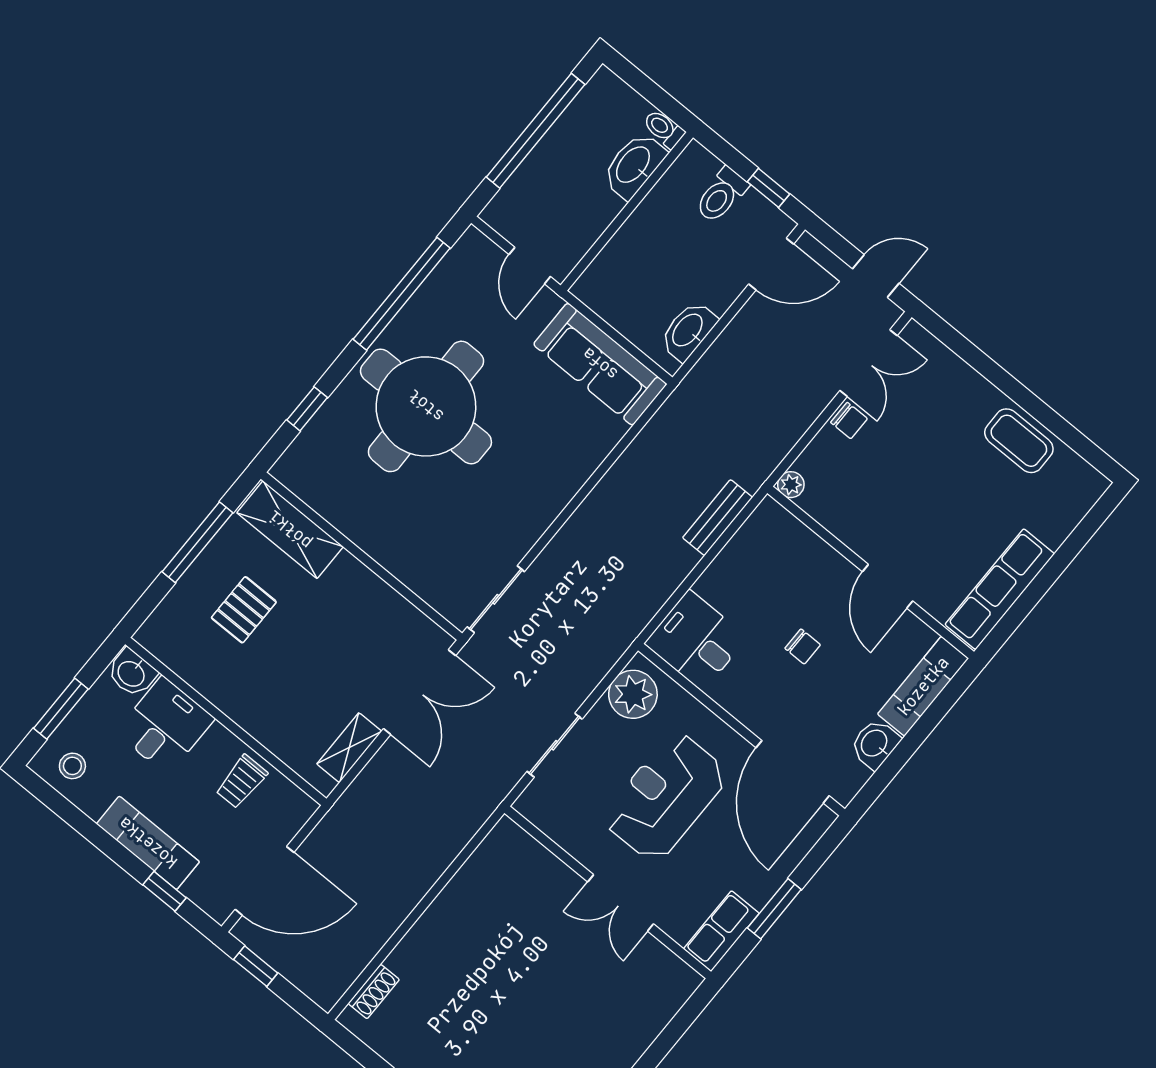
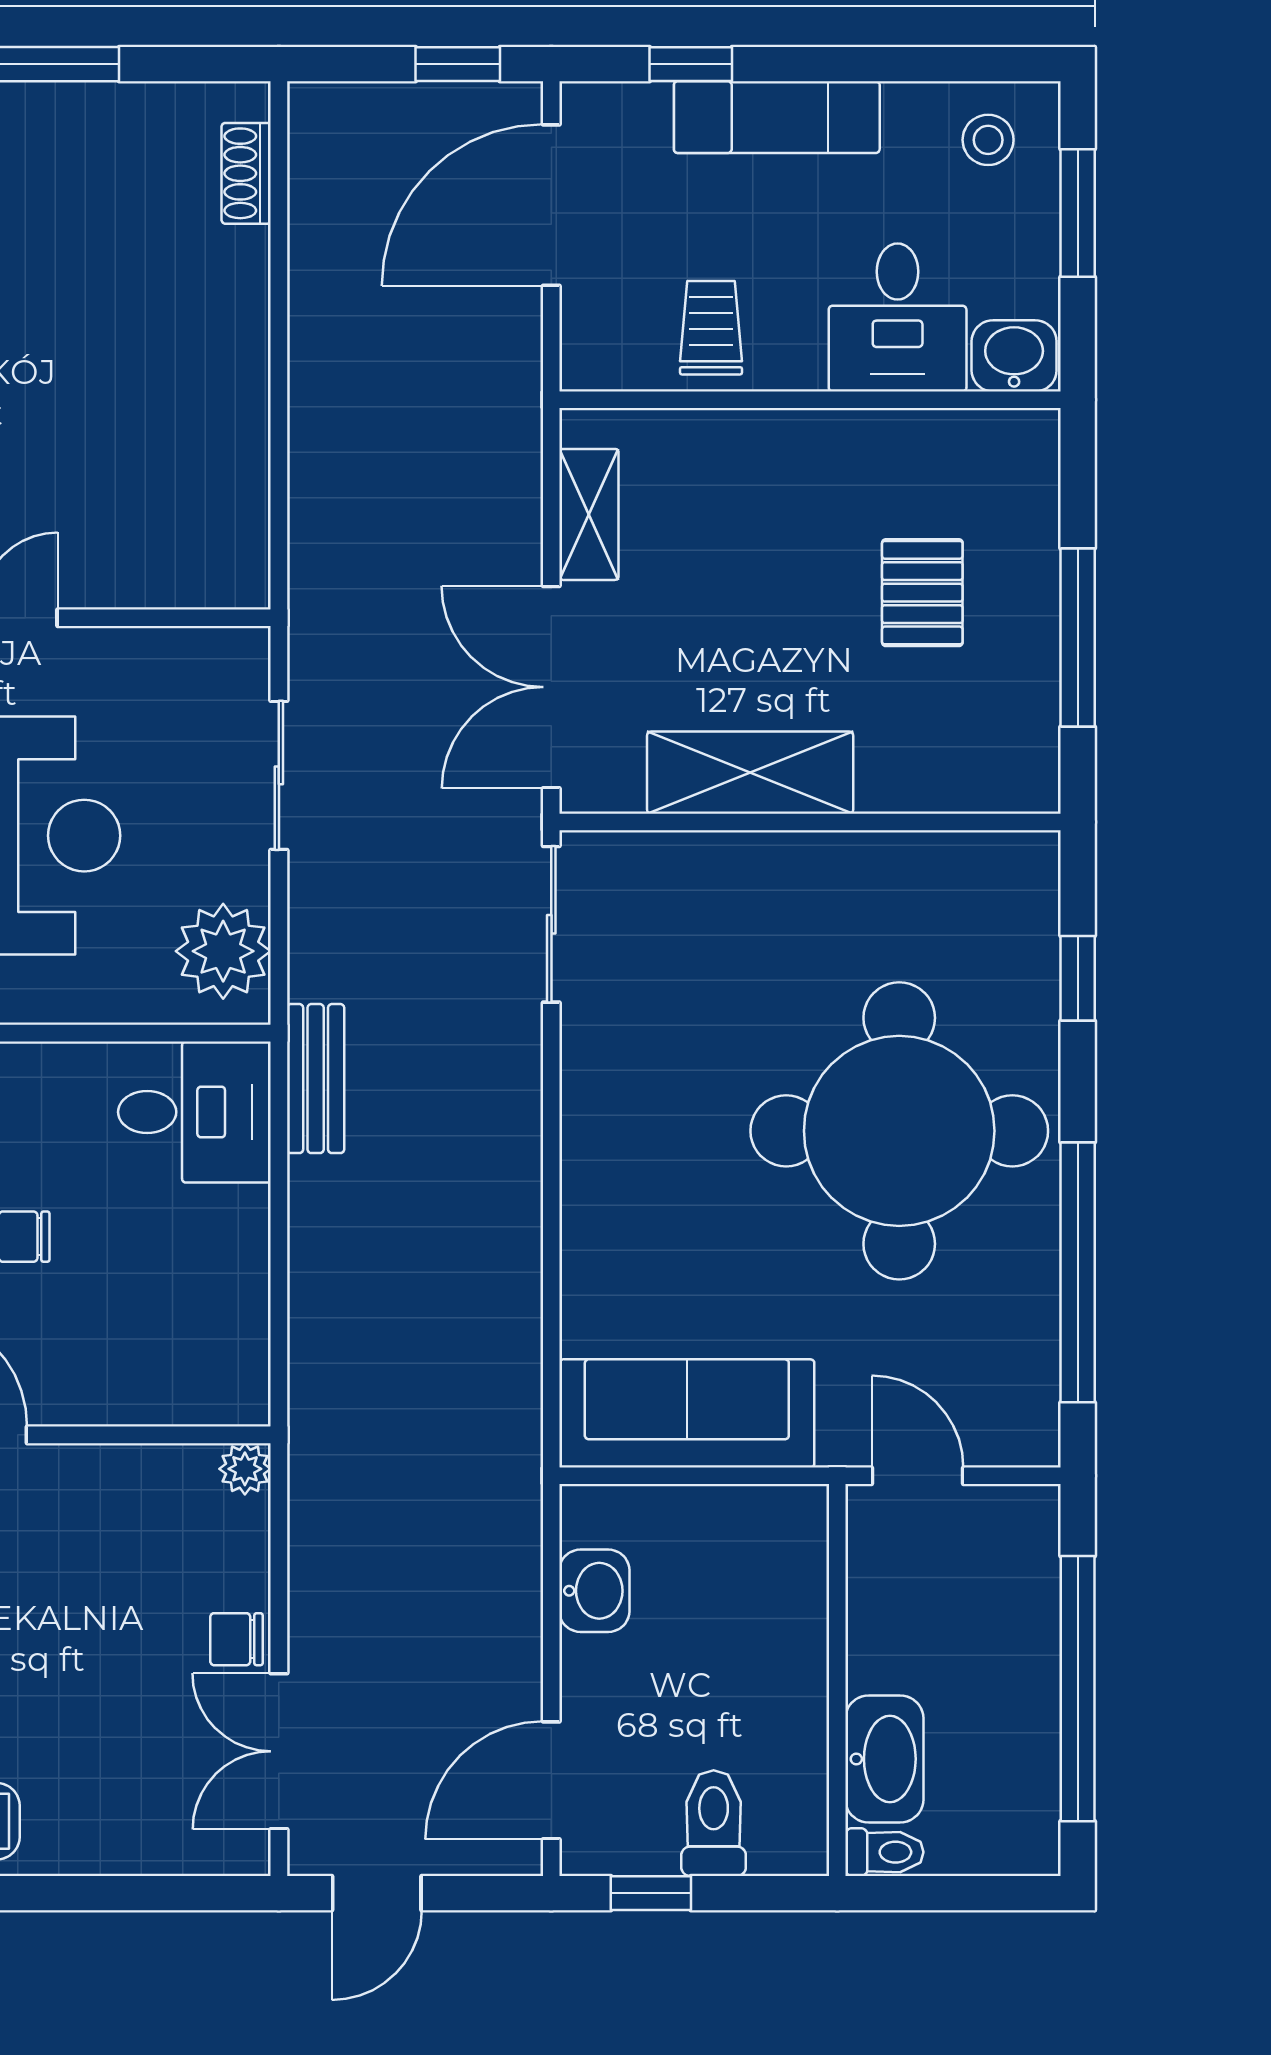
washbasin: (688, 331) -> (594, 1591), width x0.72
bench: (717, 518) -> (316, 1079), moved
shelving: (290, 530) -> (750, 773), moved

